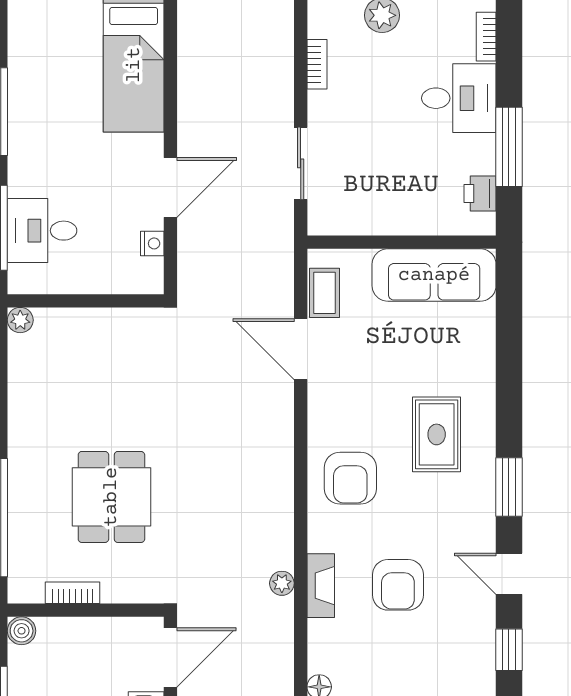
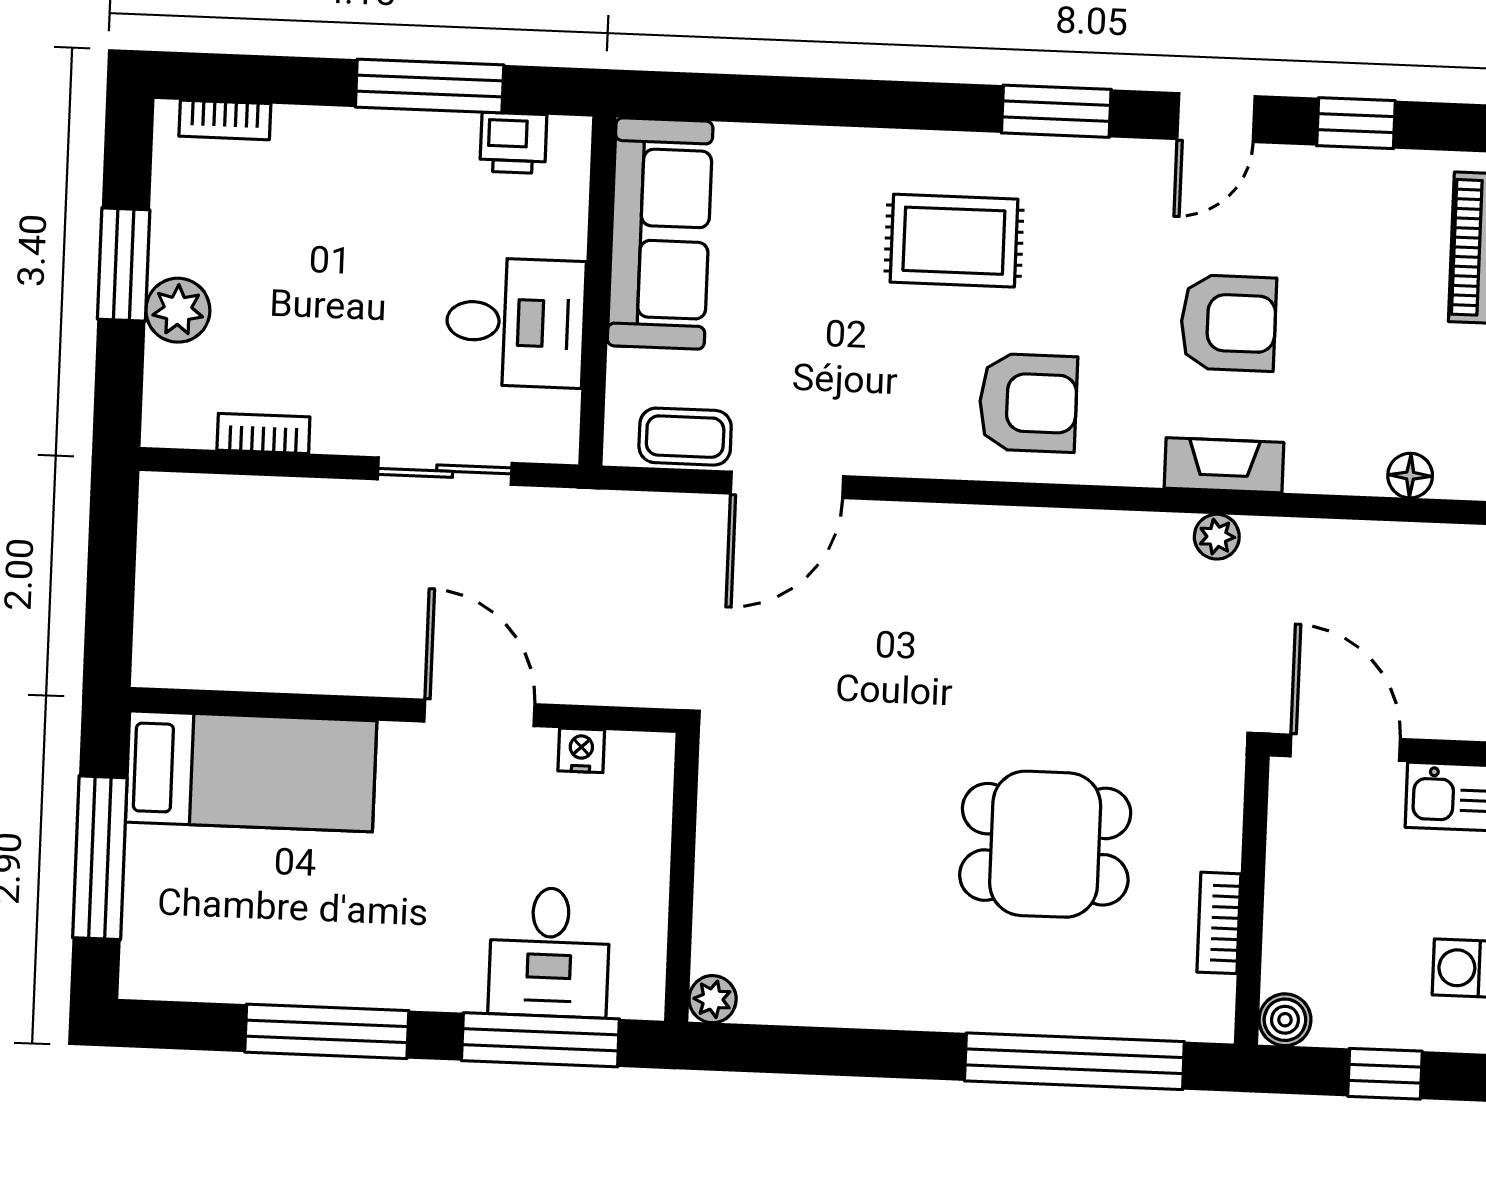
desk: (459, 98) -> (515, 322), moved, turned 90

